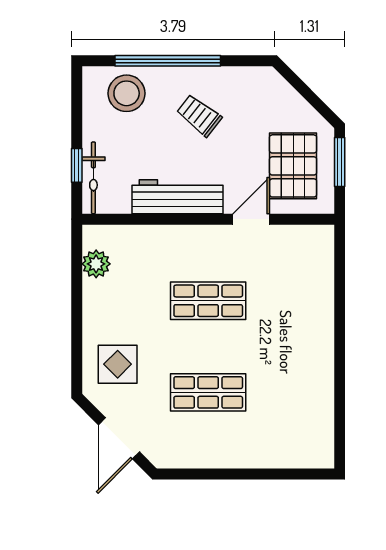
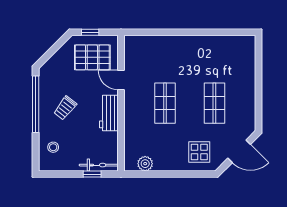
window: (168, 61) -> (36, 104), moved
stool: (127, 93) -> (53, 147), width x0.53, depth x0.53
window: (340, 162) -> (90, 32), width x0.67
workbench: (178, 197) -> (109, 113), width x0.73

